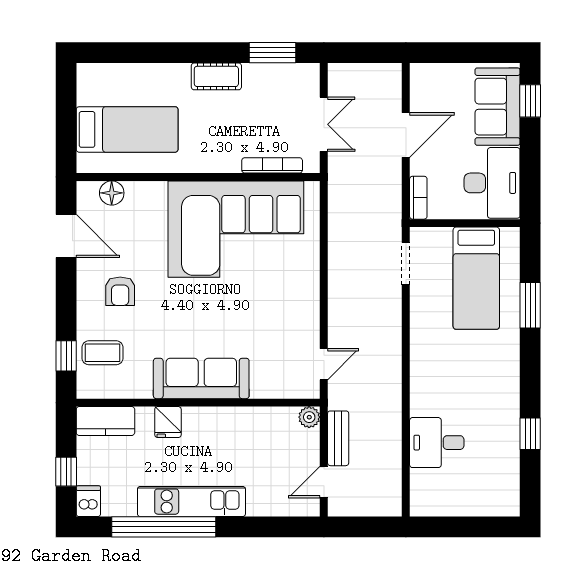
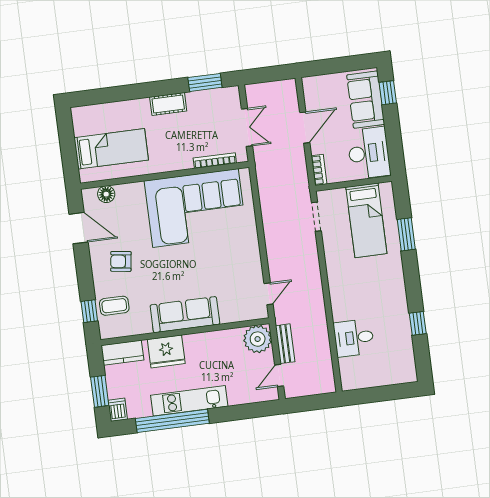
armchair: (120, 291) -> (121, 261), turned 98
plant: (309, 417) -> (258, 339), width x1.88, depth x1.88
fridge: (168, 422) -> (166, 351), width x1.88, depth x1.34
window: (66, 472) -> (100, 391), width x1.50

